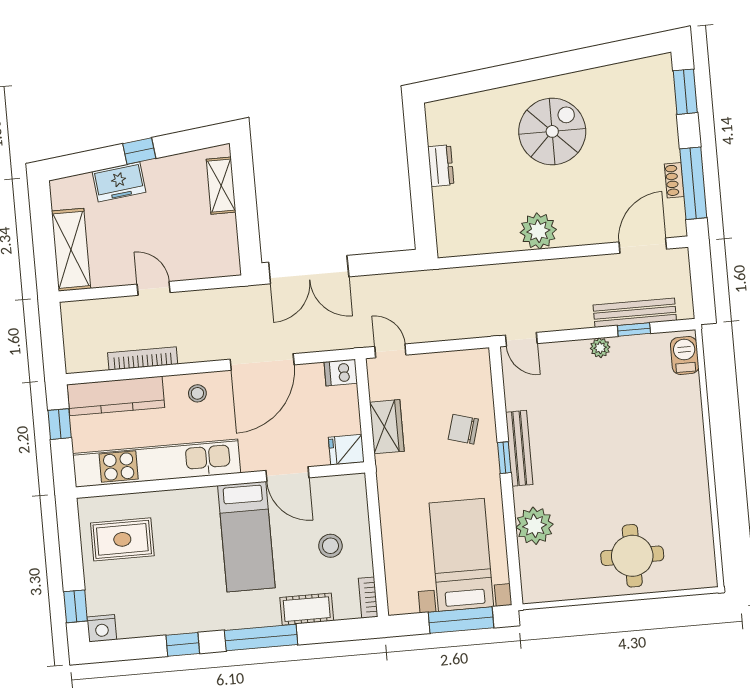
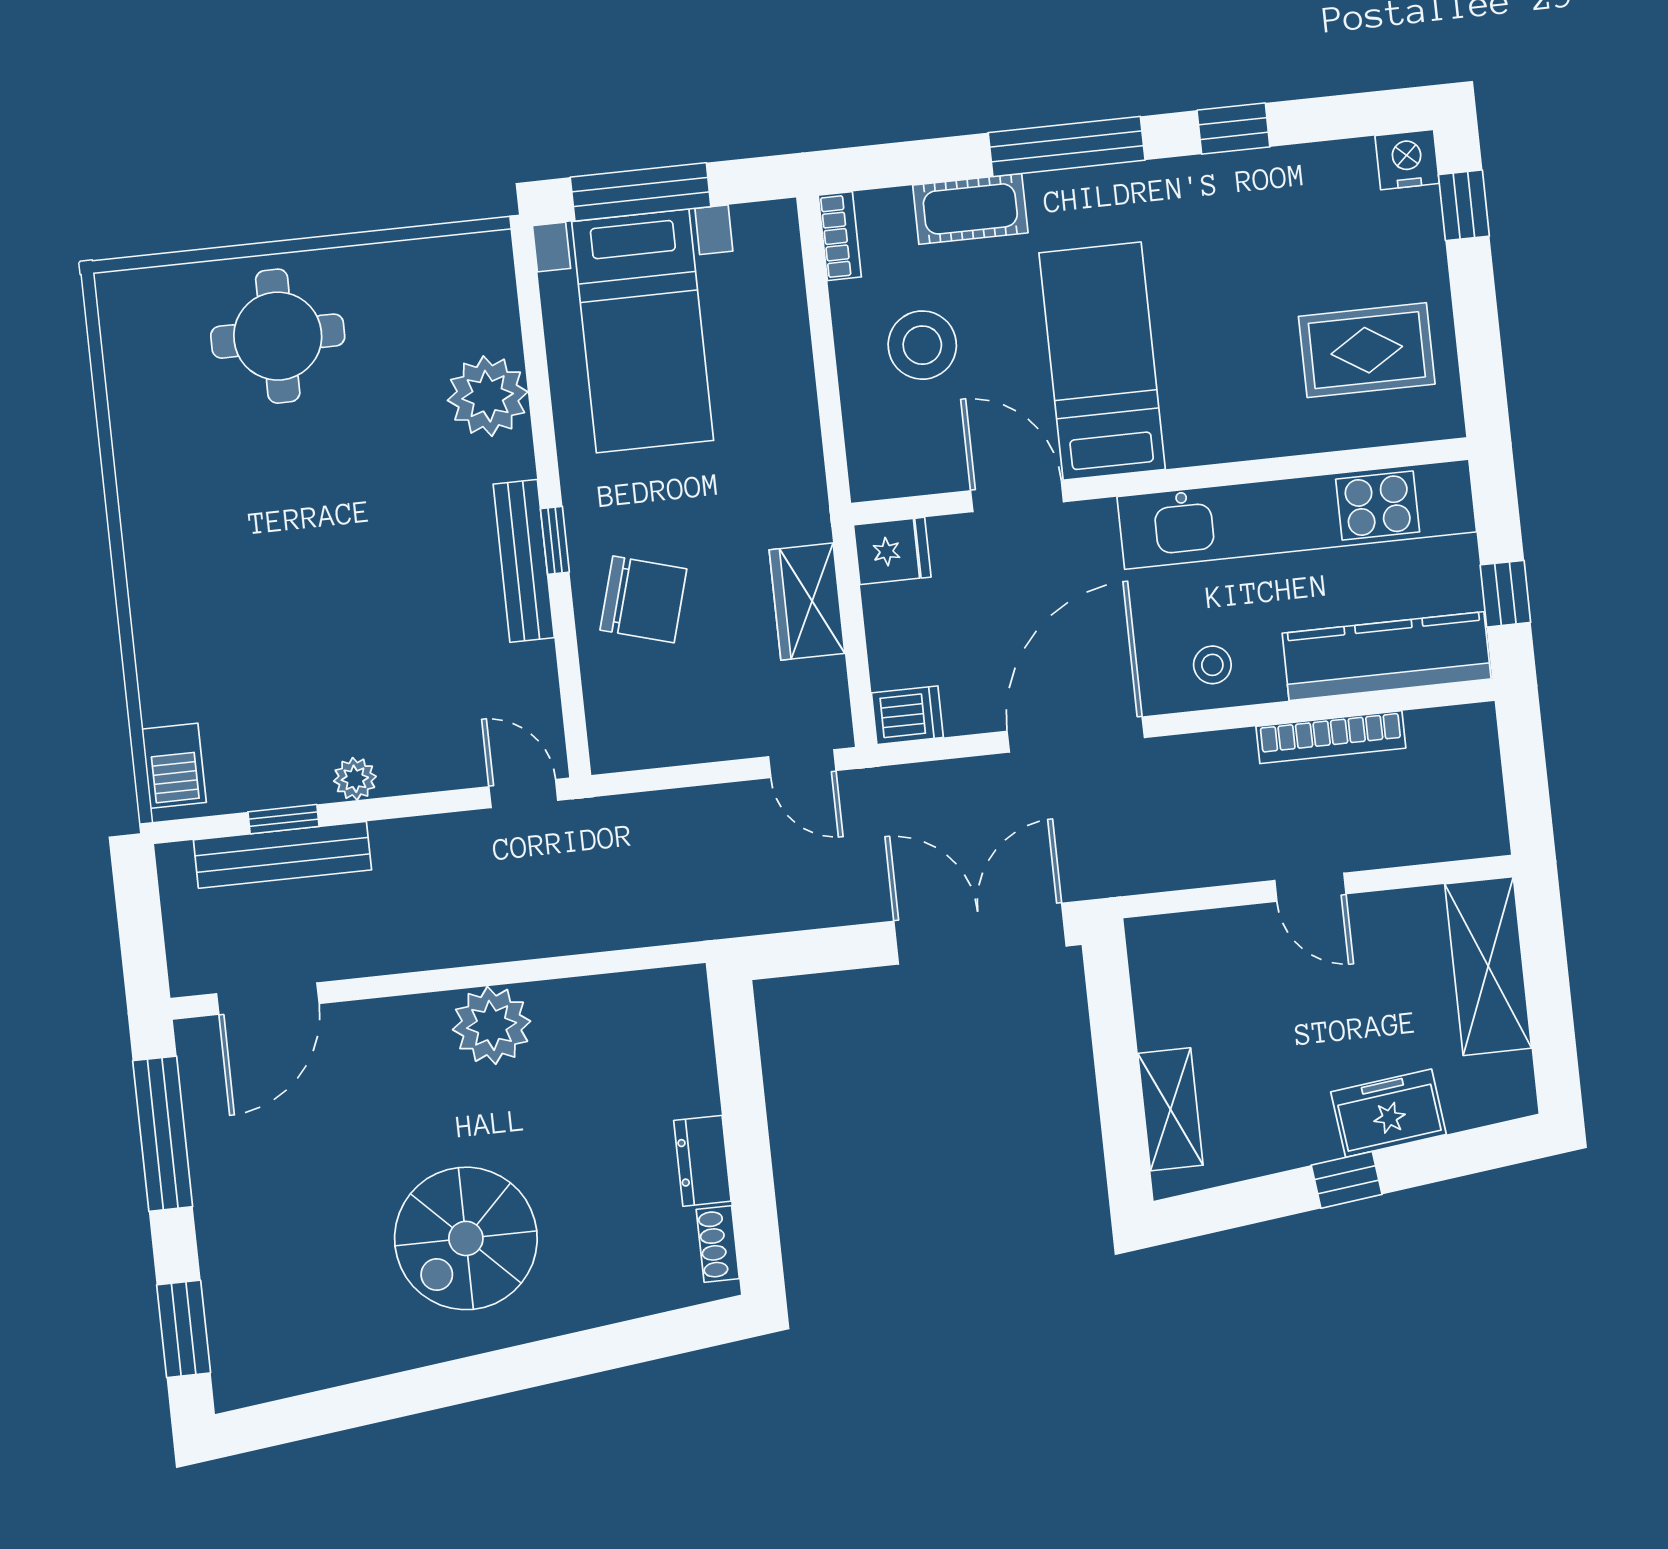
shoe rack: (674, 180) -> (718, 1244), moved, turned 180
chair: (463, 429) -> (643, 599), width x1.37, depth x1.37
stool: (330, 546) -> (922, 345), width x1.38, depth x1.38

